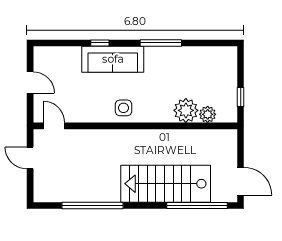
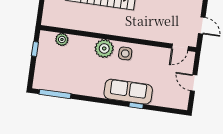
window: (161, 43) -> (55, 94), moved
plant: (186, 110) -> (104, 48), moved
door: (54, 126) -> (180, 47), hinge flipped

